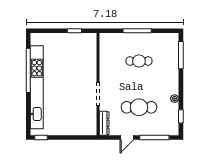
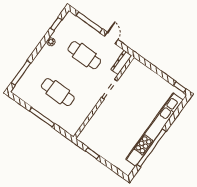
cafe table: (139, 61) -> (58, 92), width x1.37, depth x1.35
door: (127, 137) -> (111, 38), hinge flipped

